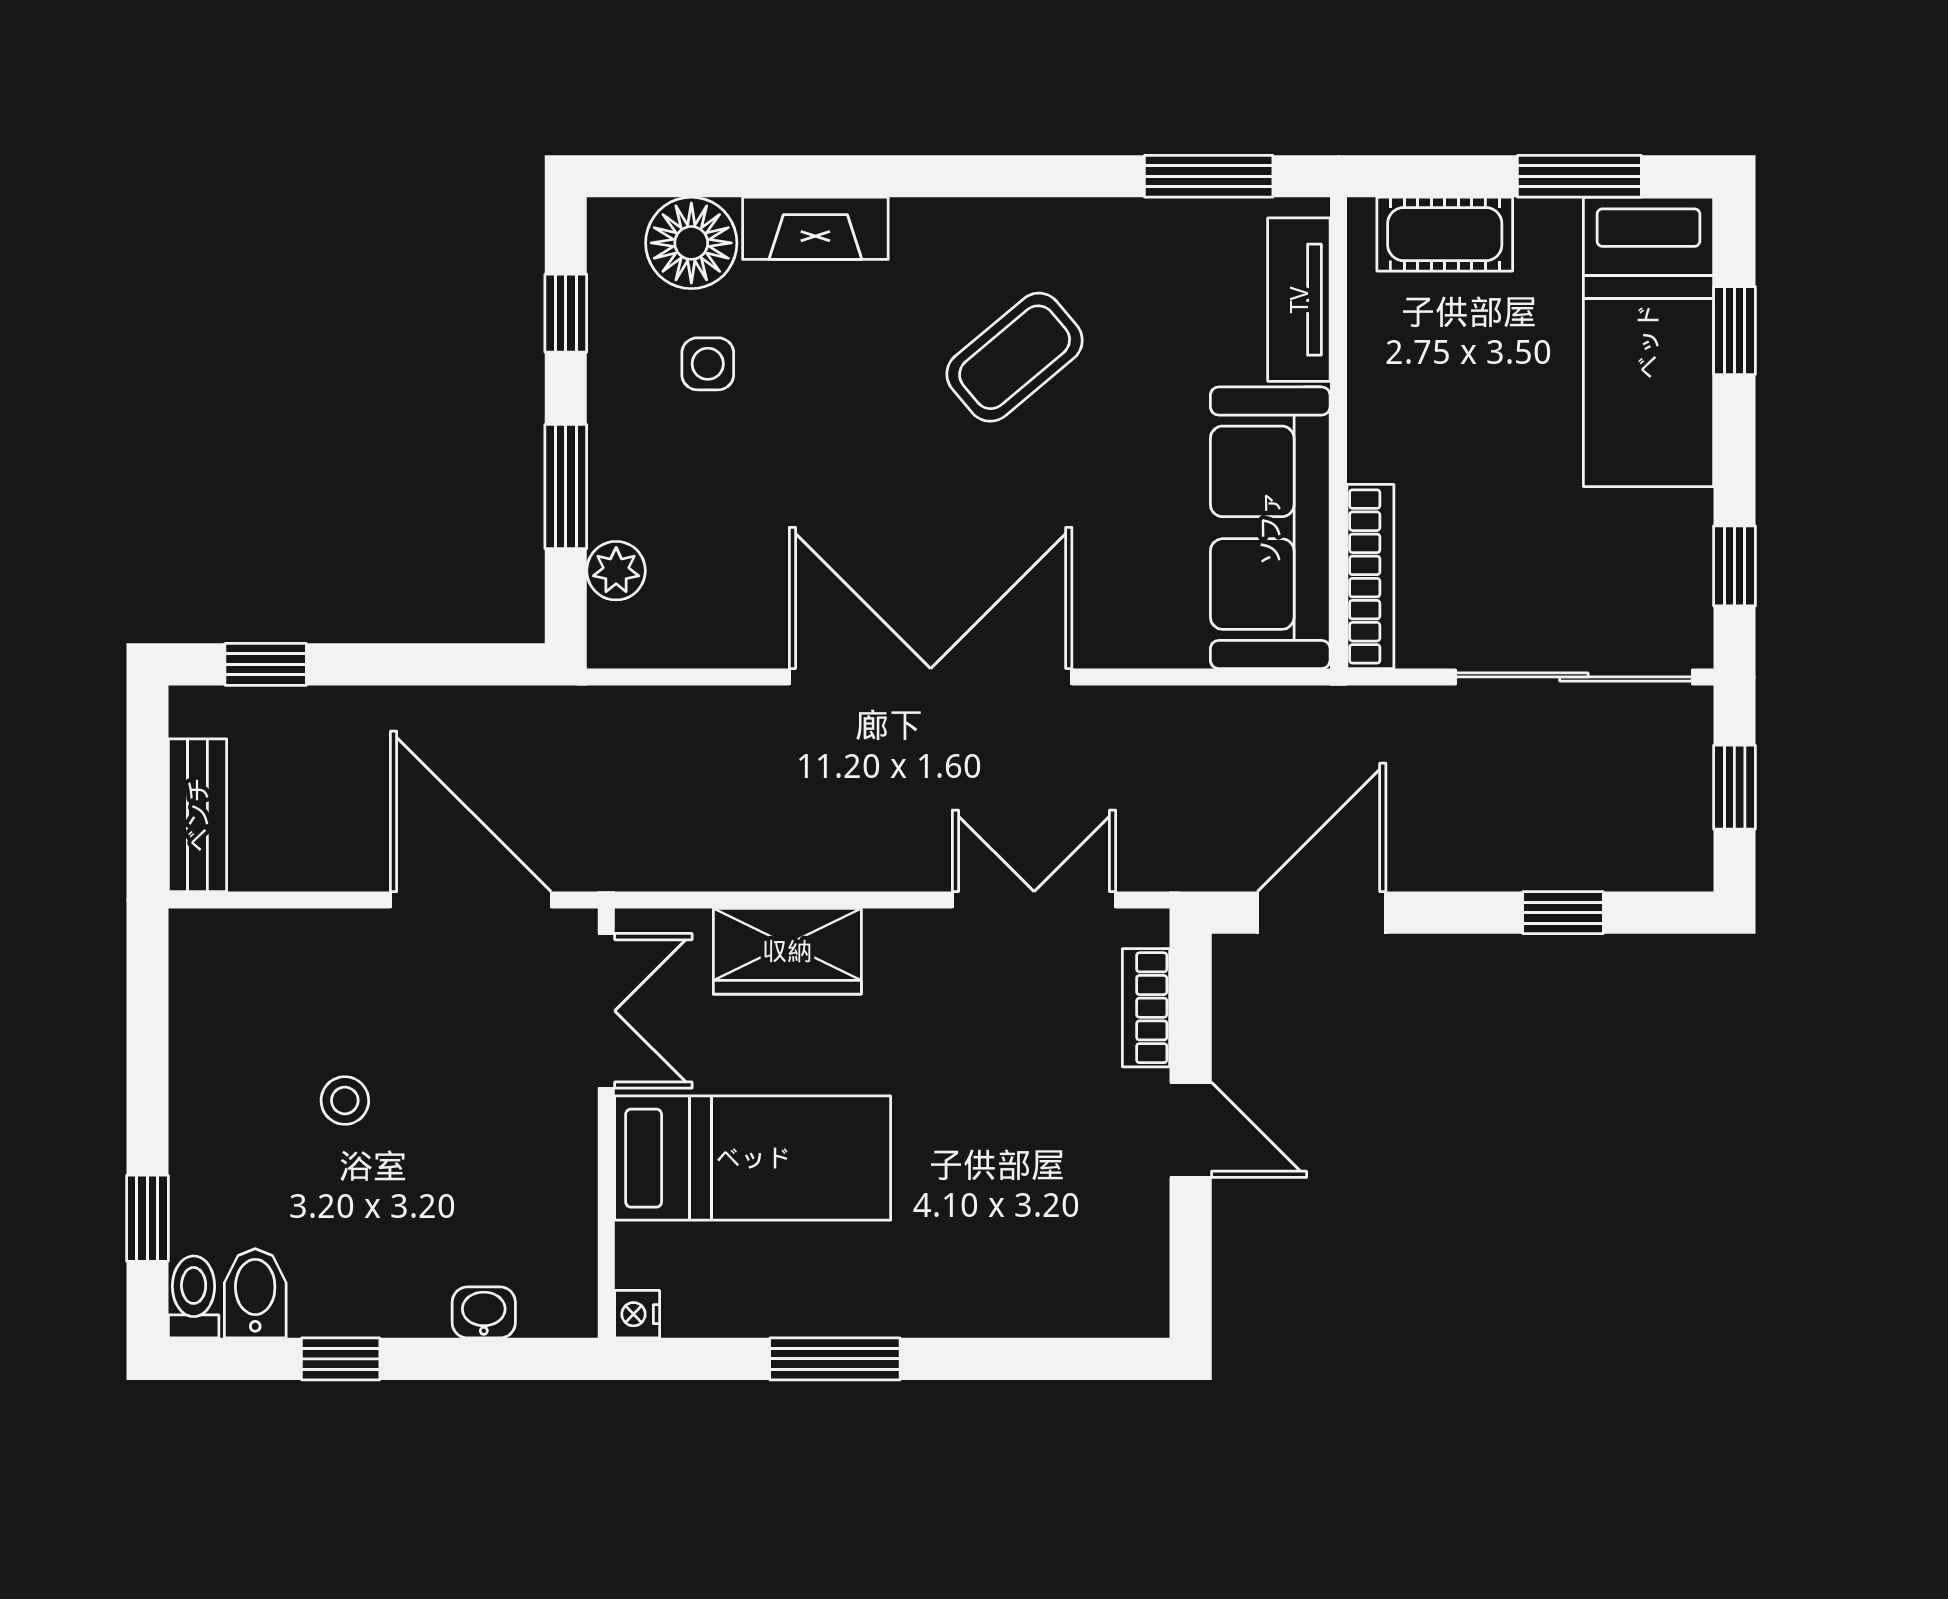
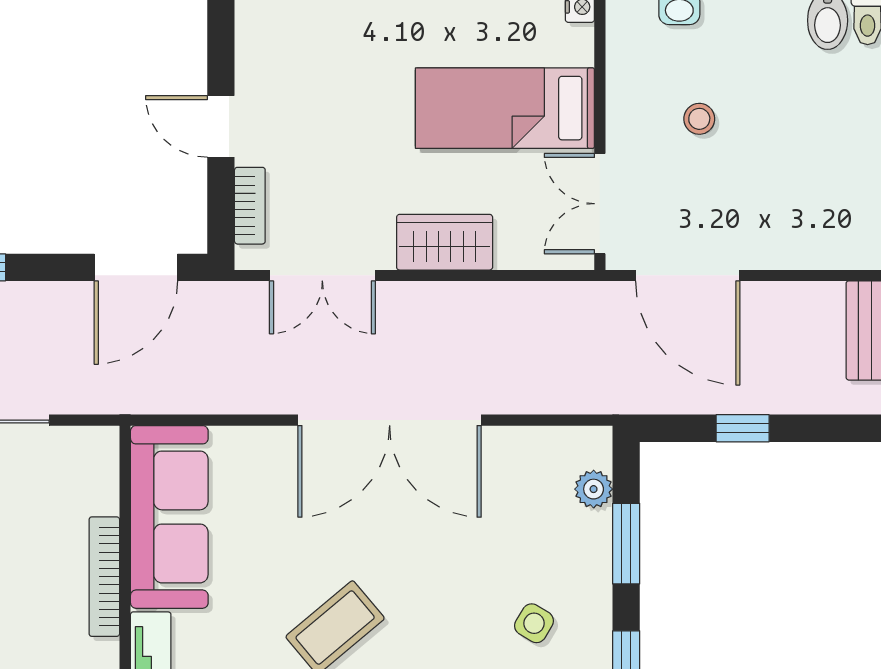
side table: (708, 364) -> (534, 623), turned 31
bookcase: (1370, 576) -> (104, 577), moved
window: (266, 664) -> (743, 428), moved
wardrobe: (787, 951) -> (445, 242), moved
stool: (345, 1101) -> (699, 119), moved

